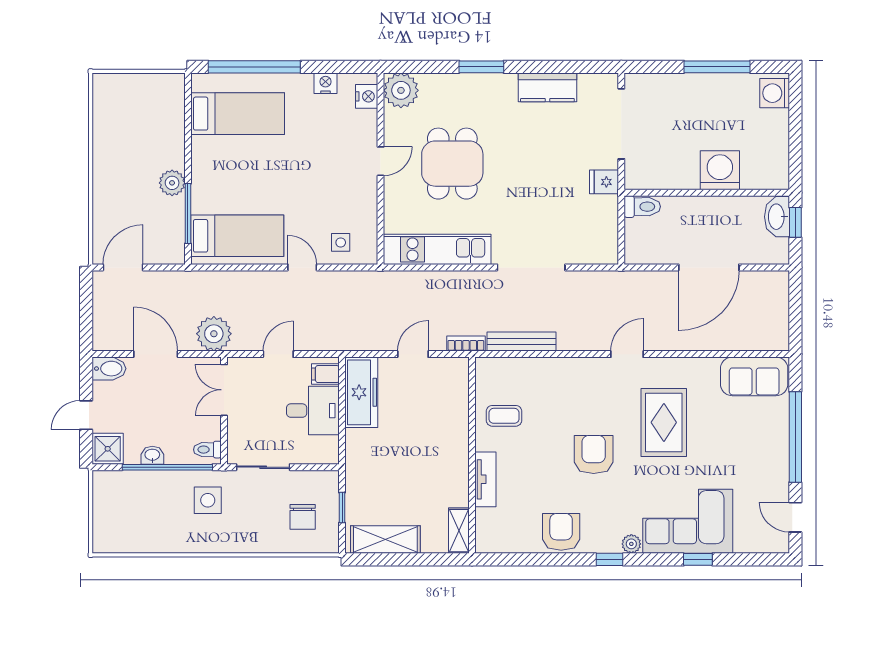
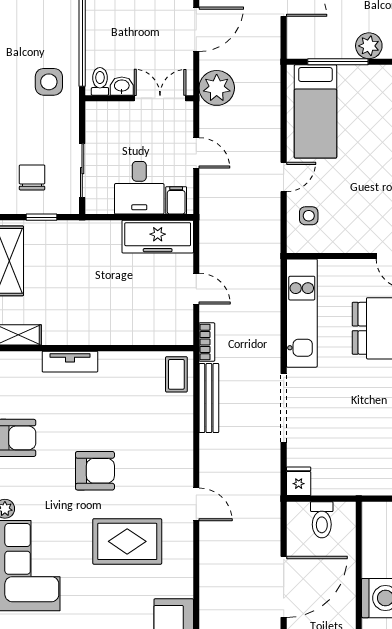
fridge: (604, 182) -> (299, 481), moved
toilet: (642, 207) -> (322, 520), moved
door: (709, 267) -> (284, 587), swing flipped
coffee table: (504, 416) -> (176, 374), moved
washbasin: (152, 455) -> (122, 86), moved, turned -90
sliding door: (263, 467) -> (82, 171), moved
chair: (303, 517) -> (32, 177), turned 90

